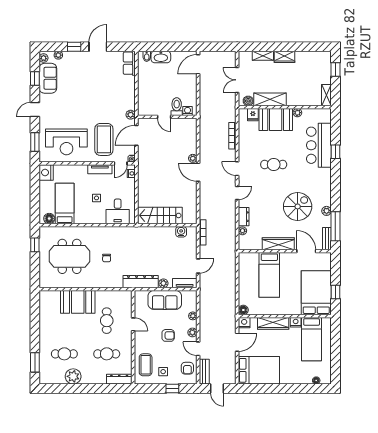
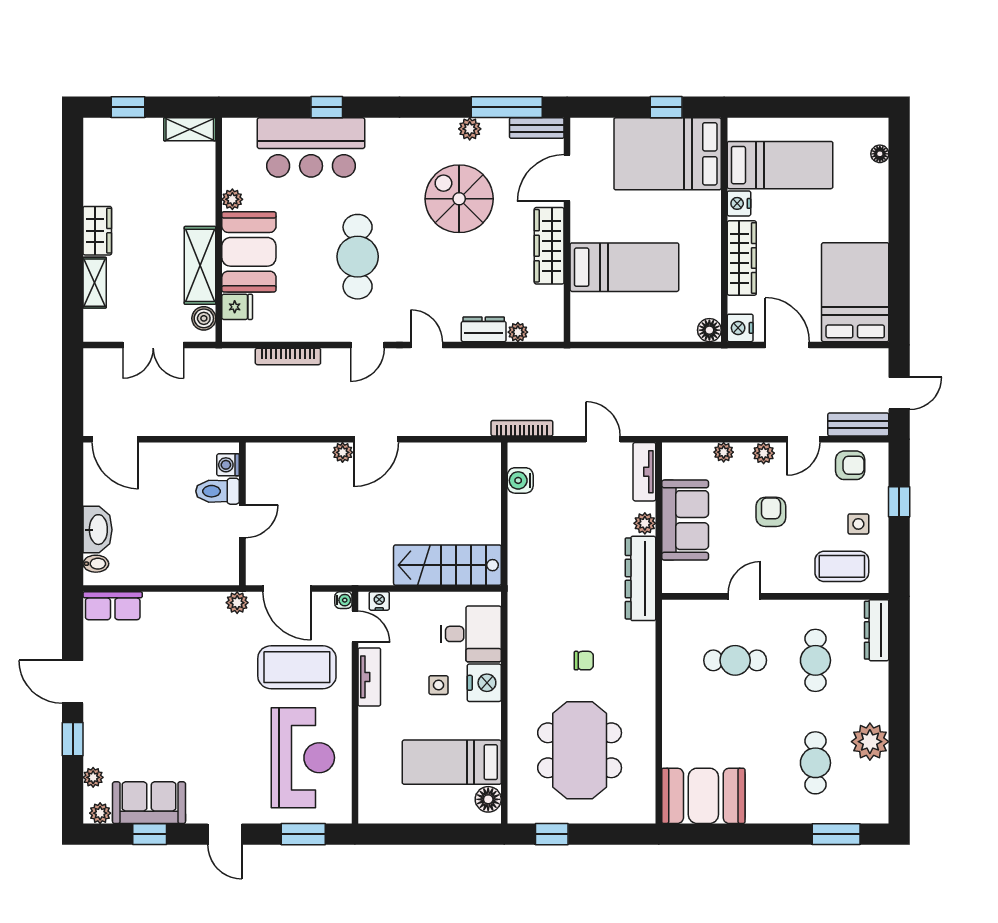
cafe table: (274, 165) -> (358, 257), width x1.37, depth x1.35
nightstand: (46, 172) -> (484, 683), moved, turned -90
stairs: (160, 215) -> (447, 565), moved, turned 90
booth: (78, 302) -> (703, 796), moved, turned 90

